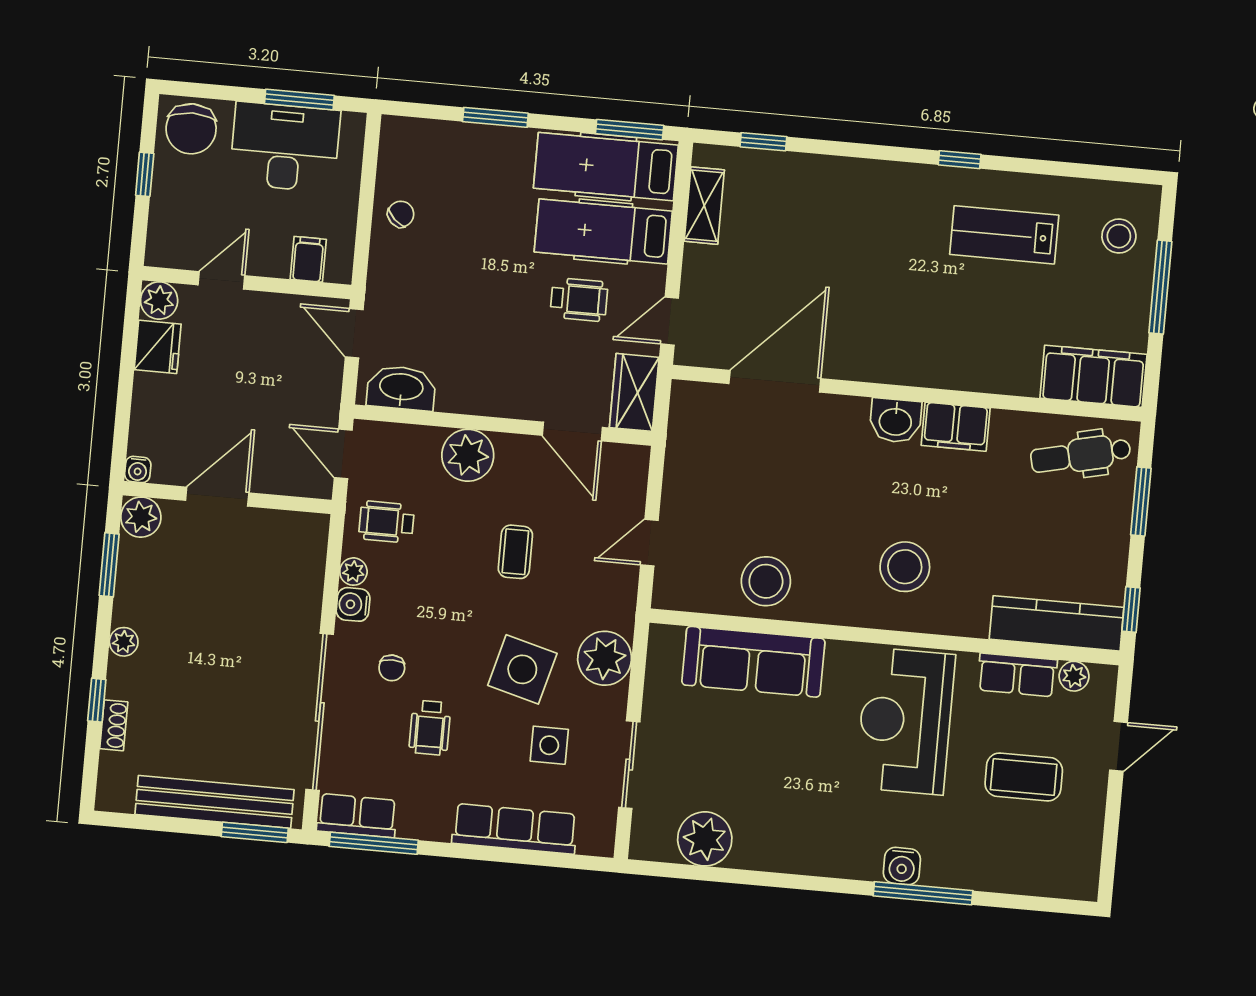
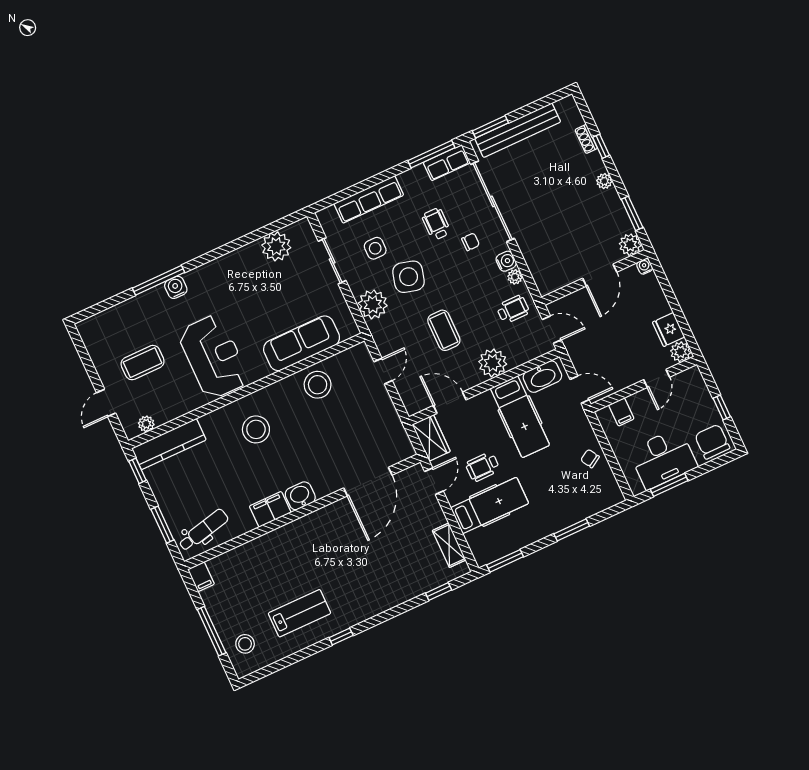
hospital bed: (606, 167) -> (520, 417), moved, turned 90
chair: (401, 214) -> (590, 459), turned 106
filing cabinet: (1093, 376) -> (201, 577), width x0.33, depth x0.86
coffee table: (515, 552) -> (444, 330), width x1.36, depth x1.30
chair: (392, 668) -> (471, 242), turned 90
row of seats: (1017, 675) -> (173, 409), removed

